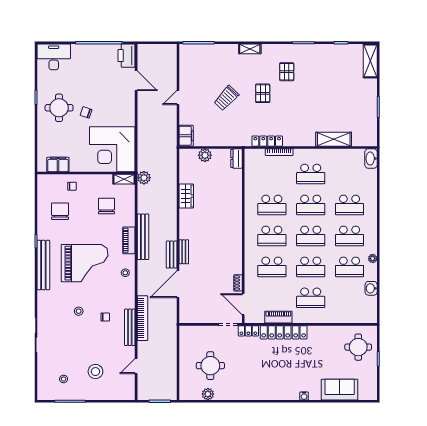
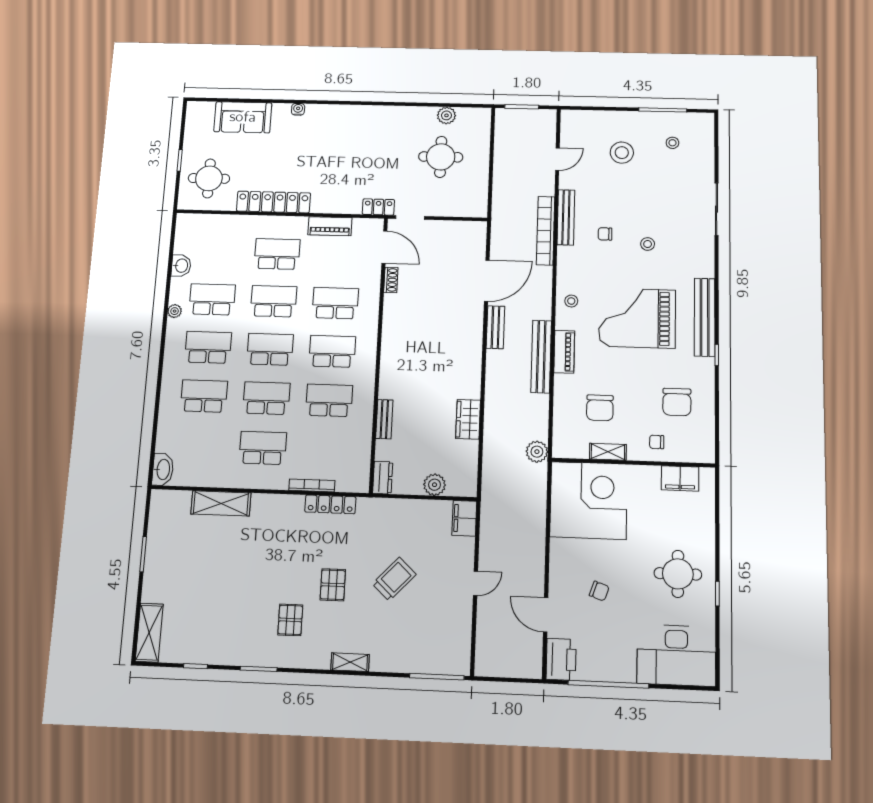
desk: (54, 57) -> (676, 655), width x1.36, depth x1.30
chair: (86, 112) -> (599, 591), moved
shelving: (124, 179) -> (608, 452), moved
bench: (184, 252) -> (384, 419), moved
locker: (284, 332) -> (273, 202), moved

